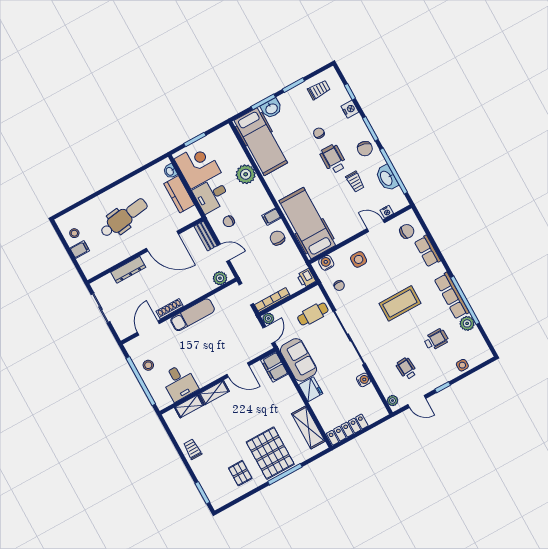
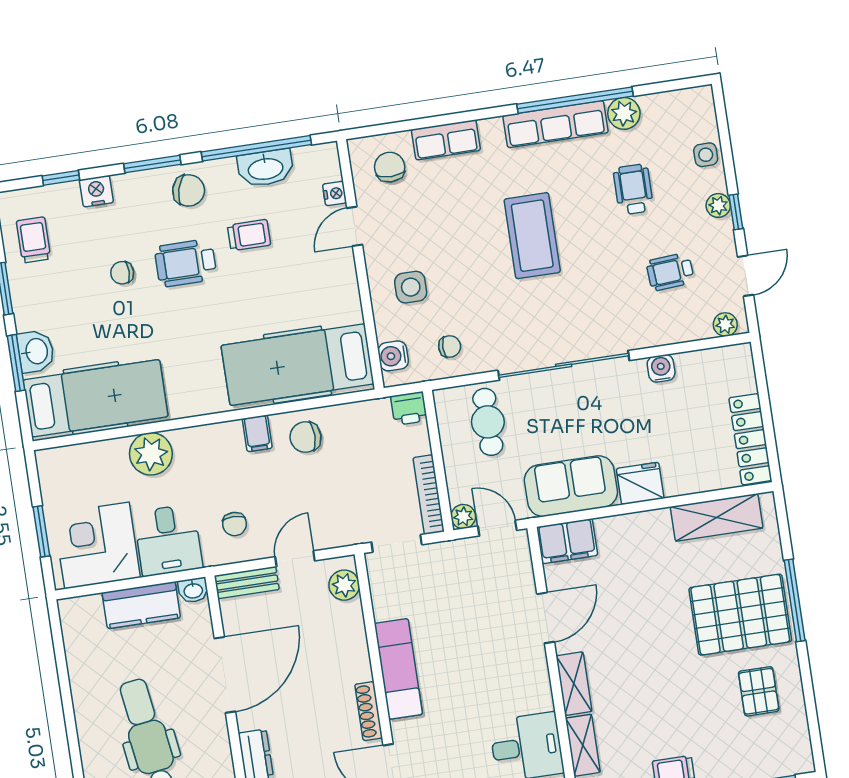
washbasin: (170, 171) -> (193, 590), moved
plant: (443, 379) -> (718, 205), added
pallet: (240, 473) -> (759, 691), turned 90

